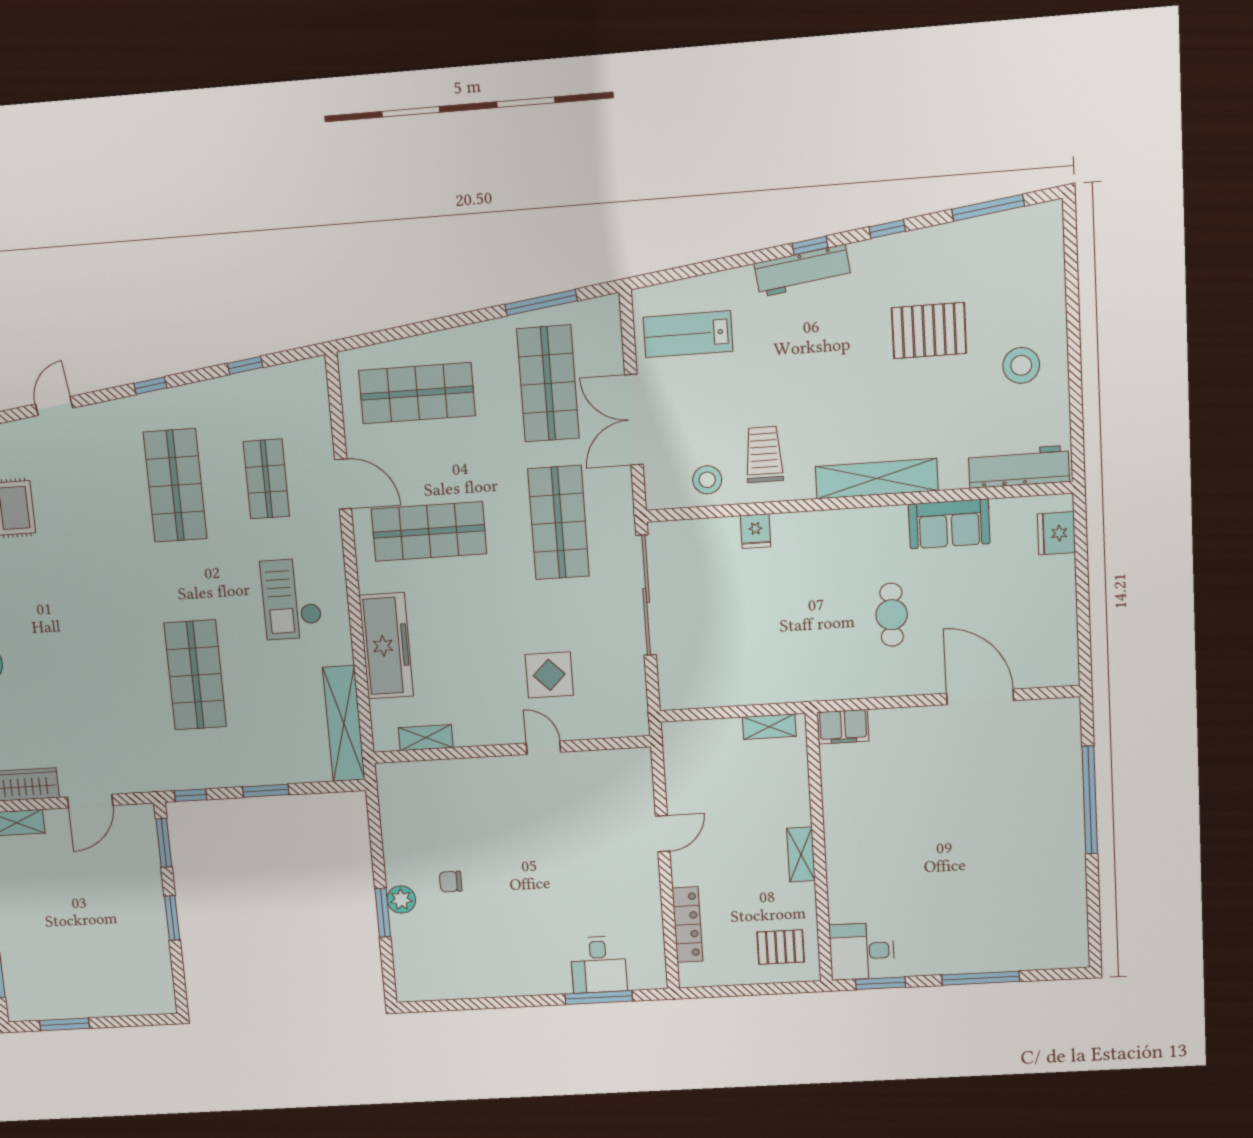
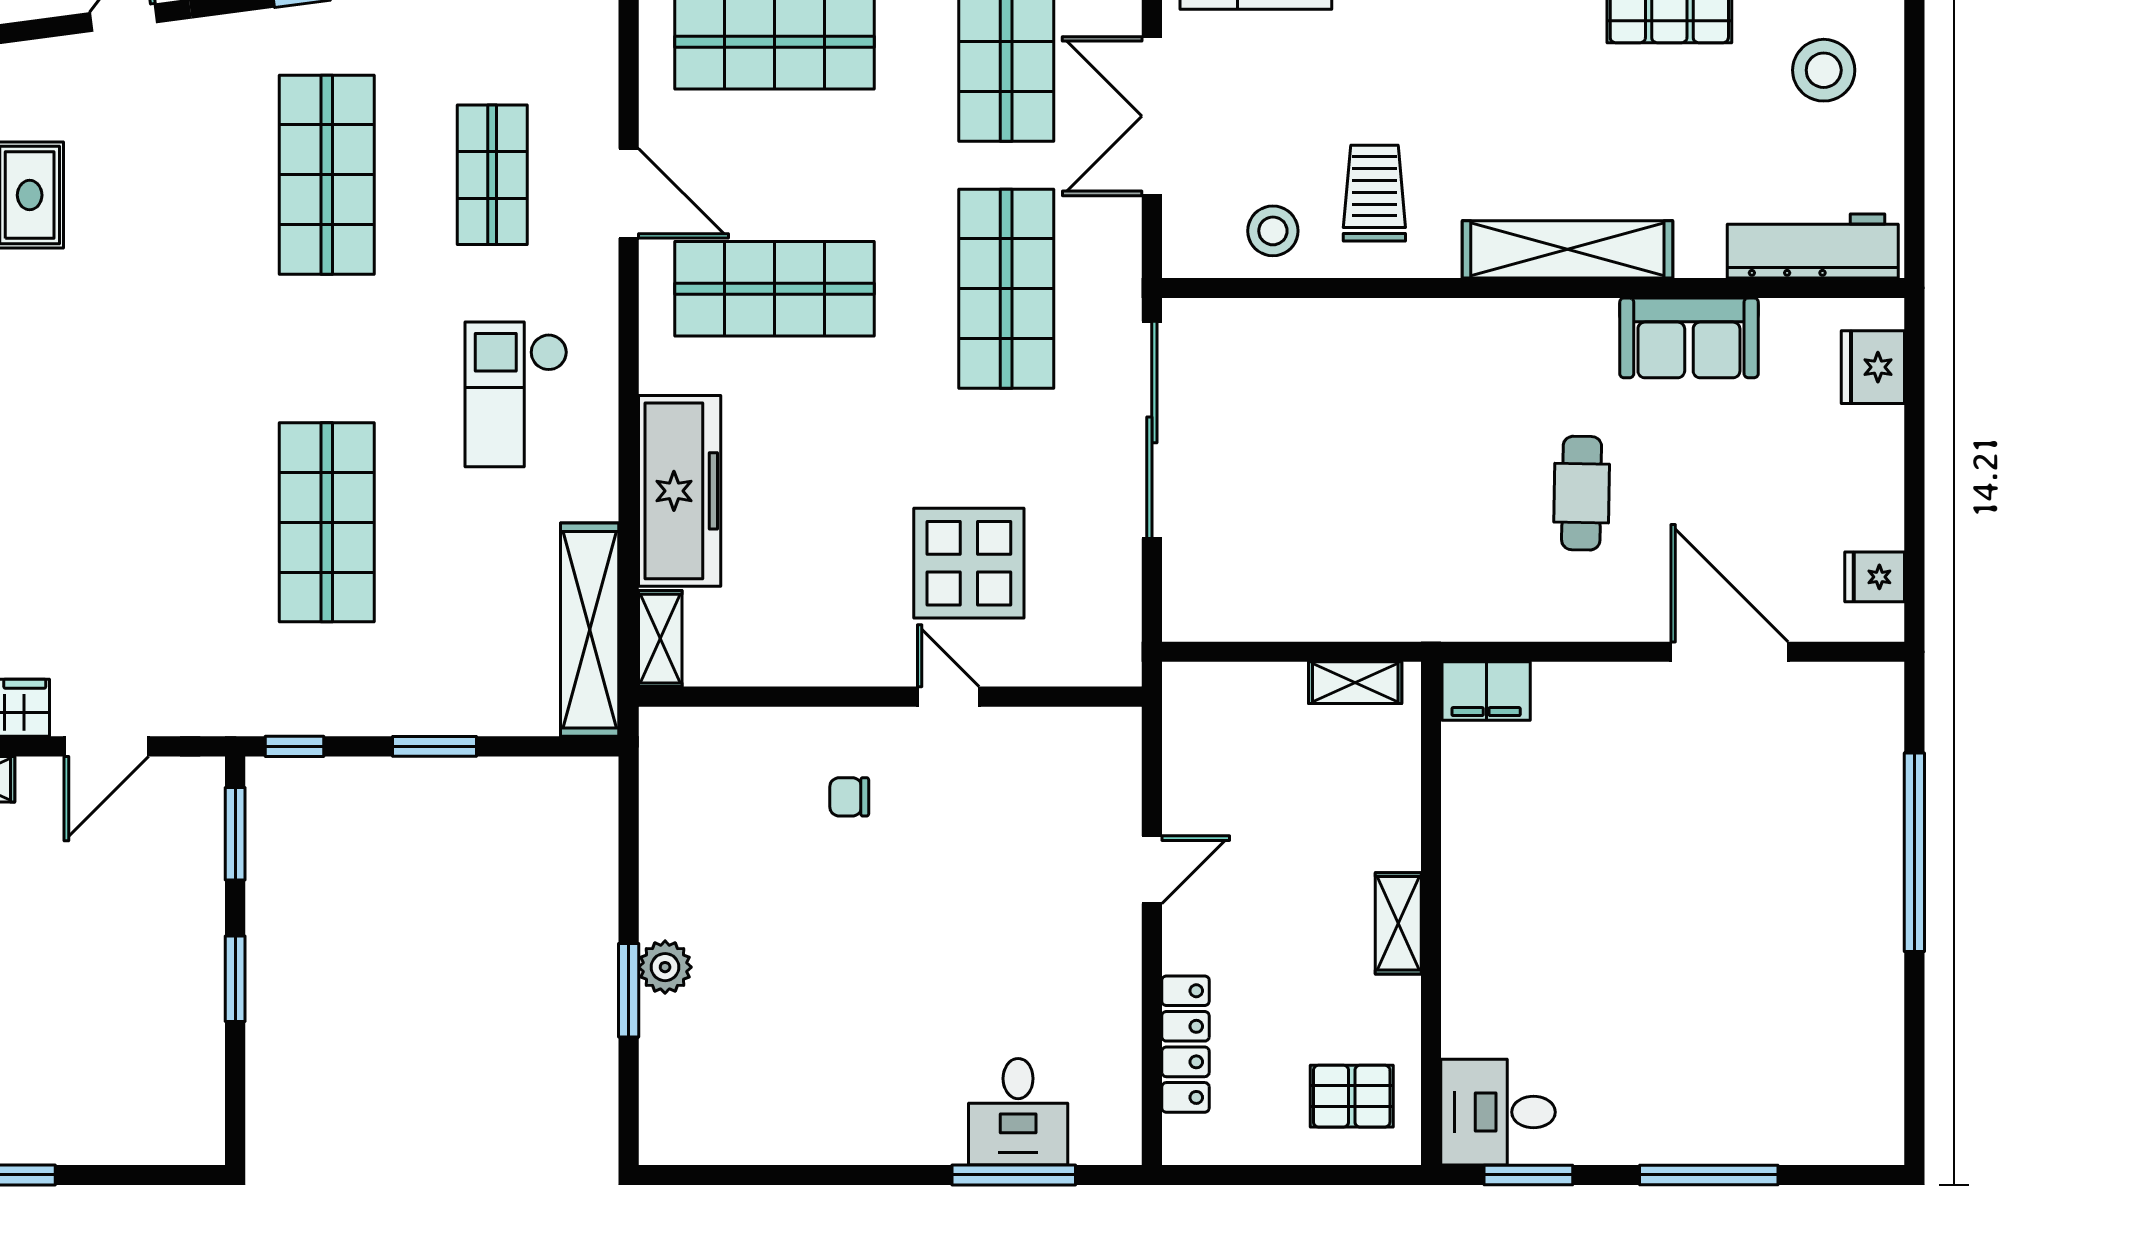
fridge: (756, 531) -> (1875, 577), moved, turned 90
display table: (549, 675) -> (969, 563), width x1.36, depth x1.36
shelving: (426, 738) -> (660, 639), moved, turned 90
chair: (451, 882) -> (849, 797), moved

